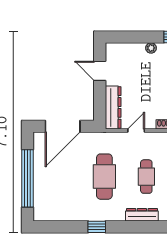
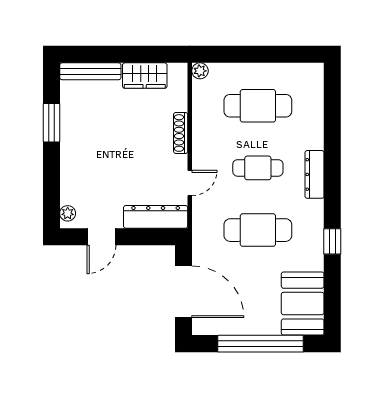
plant: (151, 48) -> (68, 213), moved
door: (136, 131) -> (190, 183), swing flipped
booth: (55, 207) -> (303, 304), added

